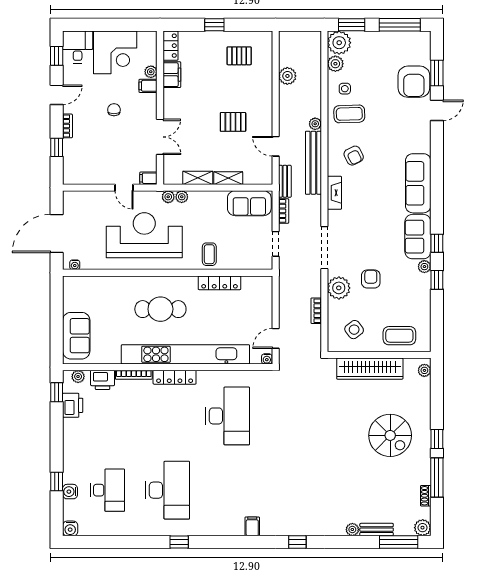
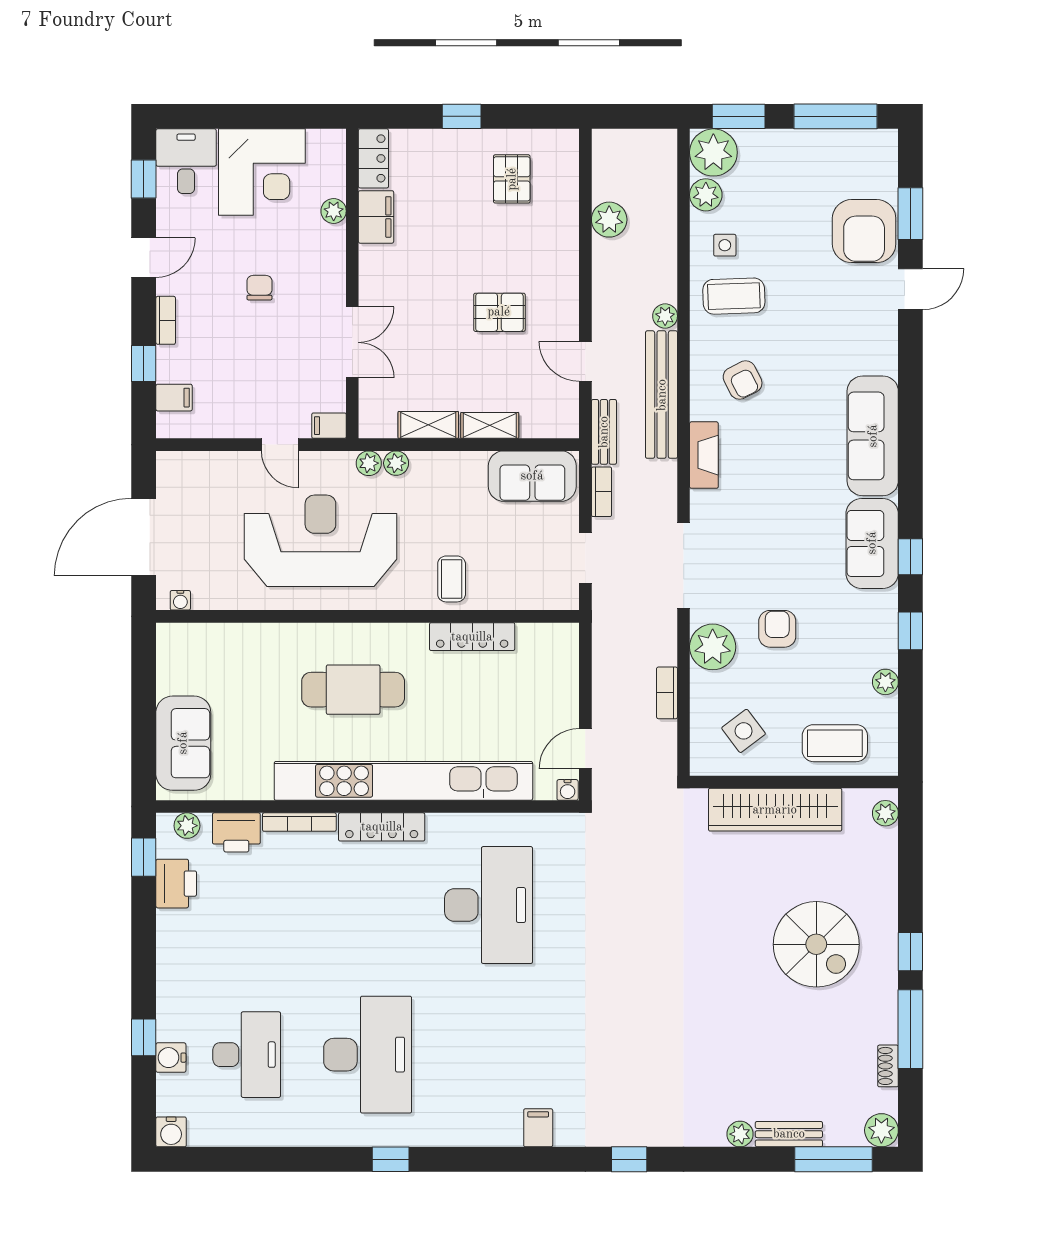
pallet: (239, 56) -> (512, 179), turned 90
filing cabinet: (148, 86) -> (174, 398), moved, turned 180
plant: (424, 267) -> (885, 682), moved

